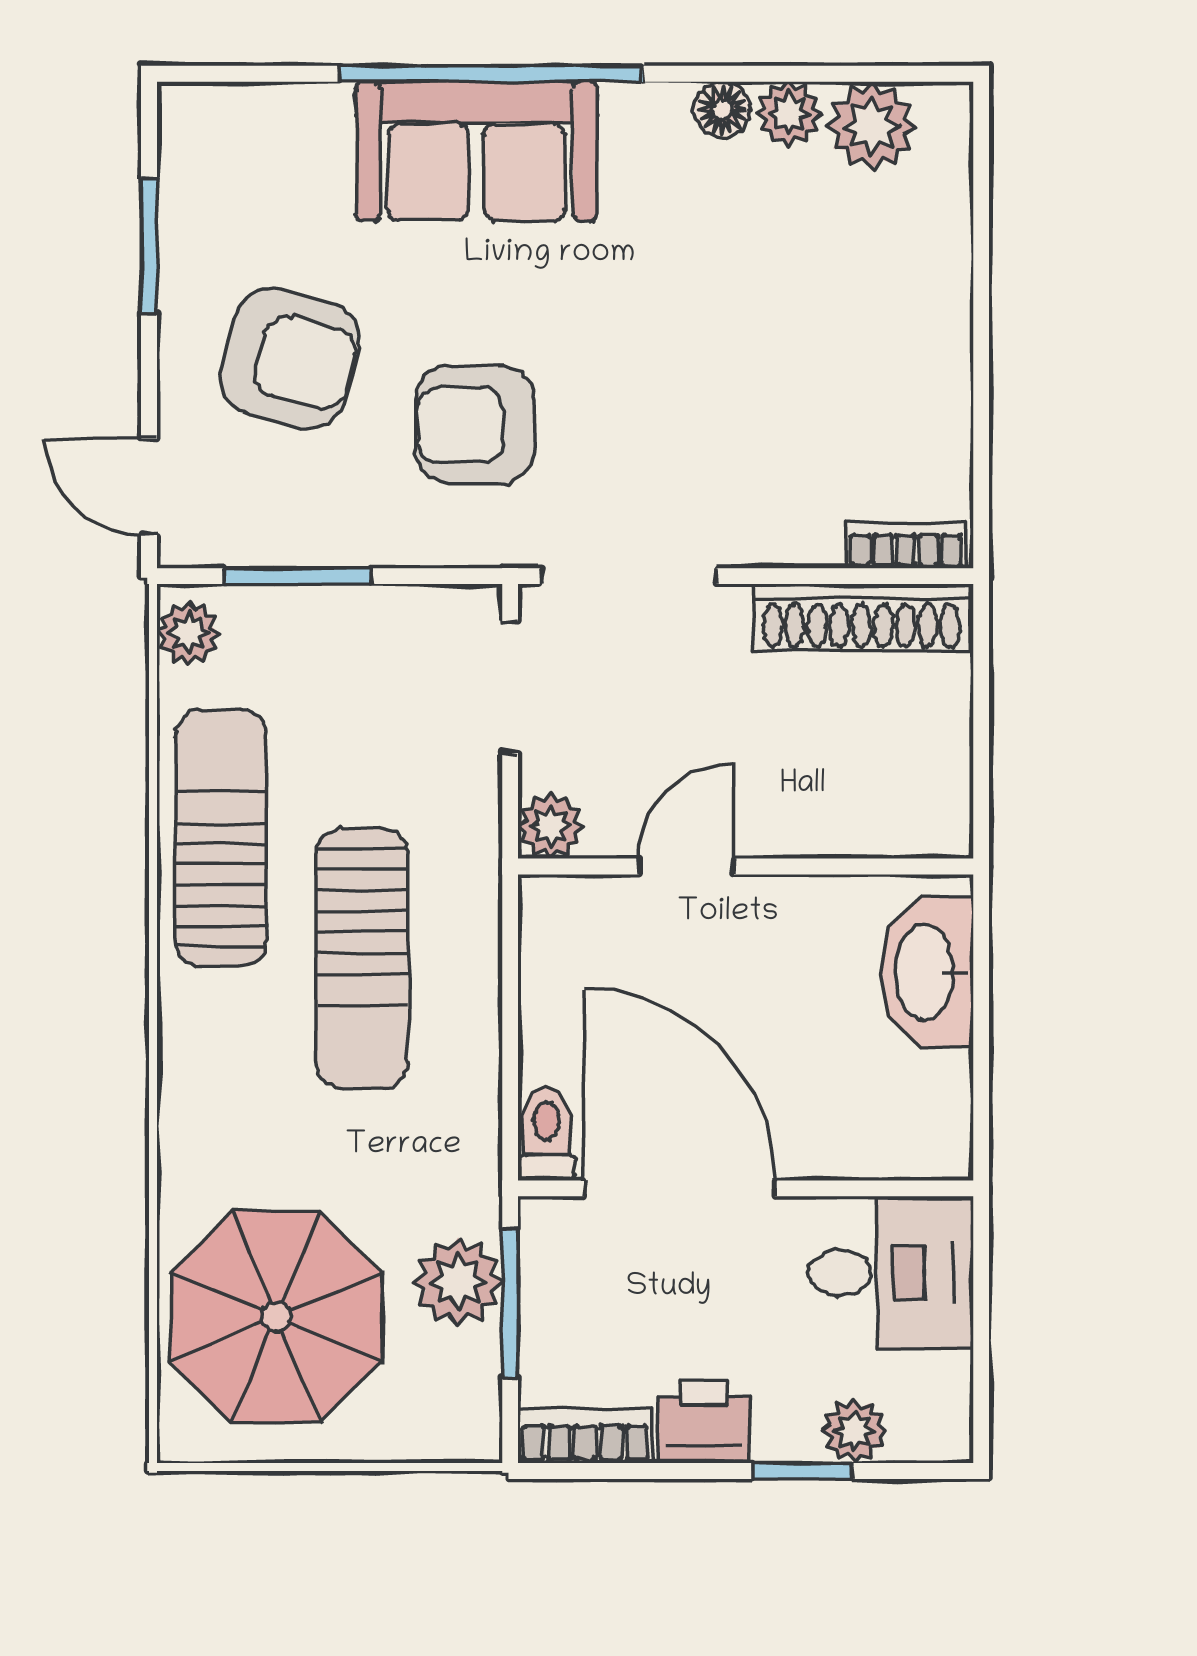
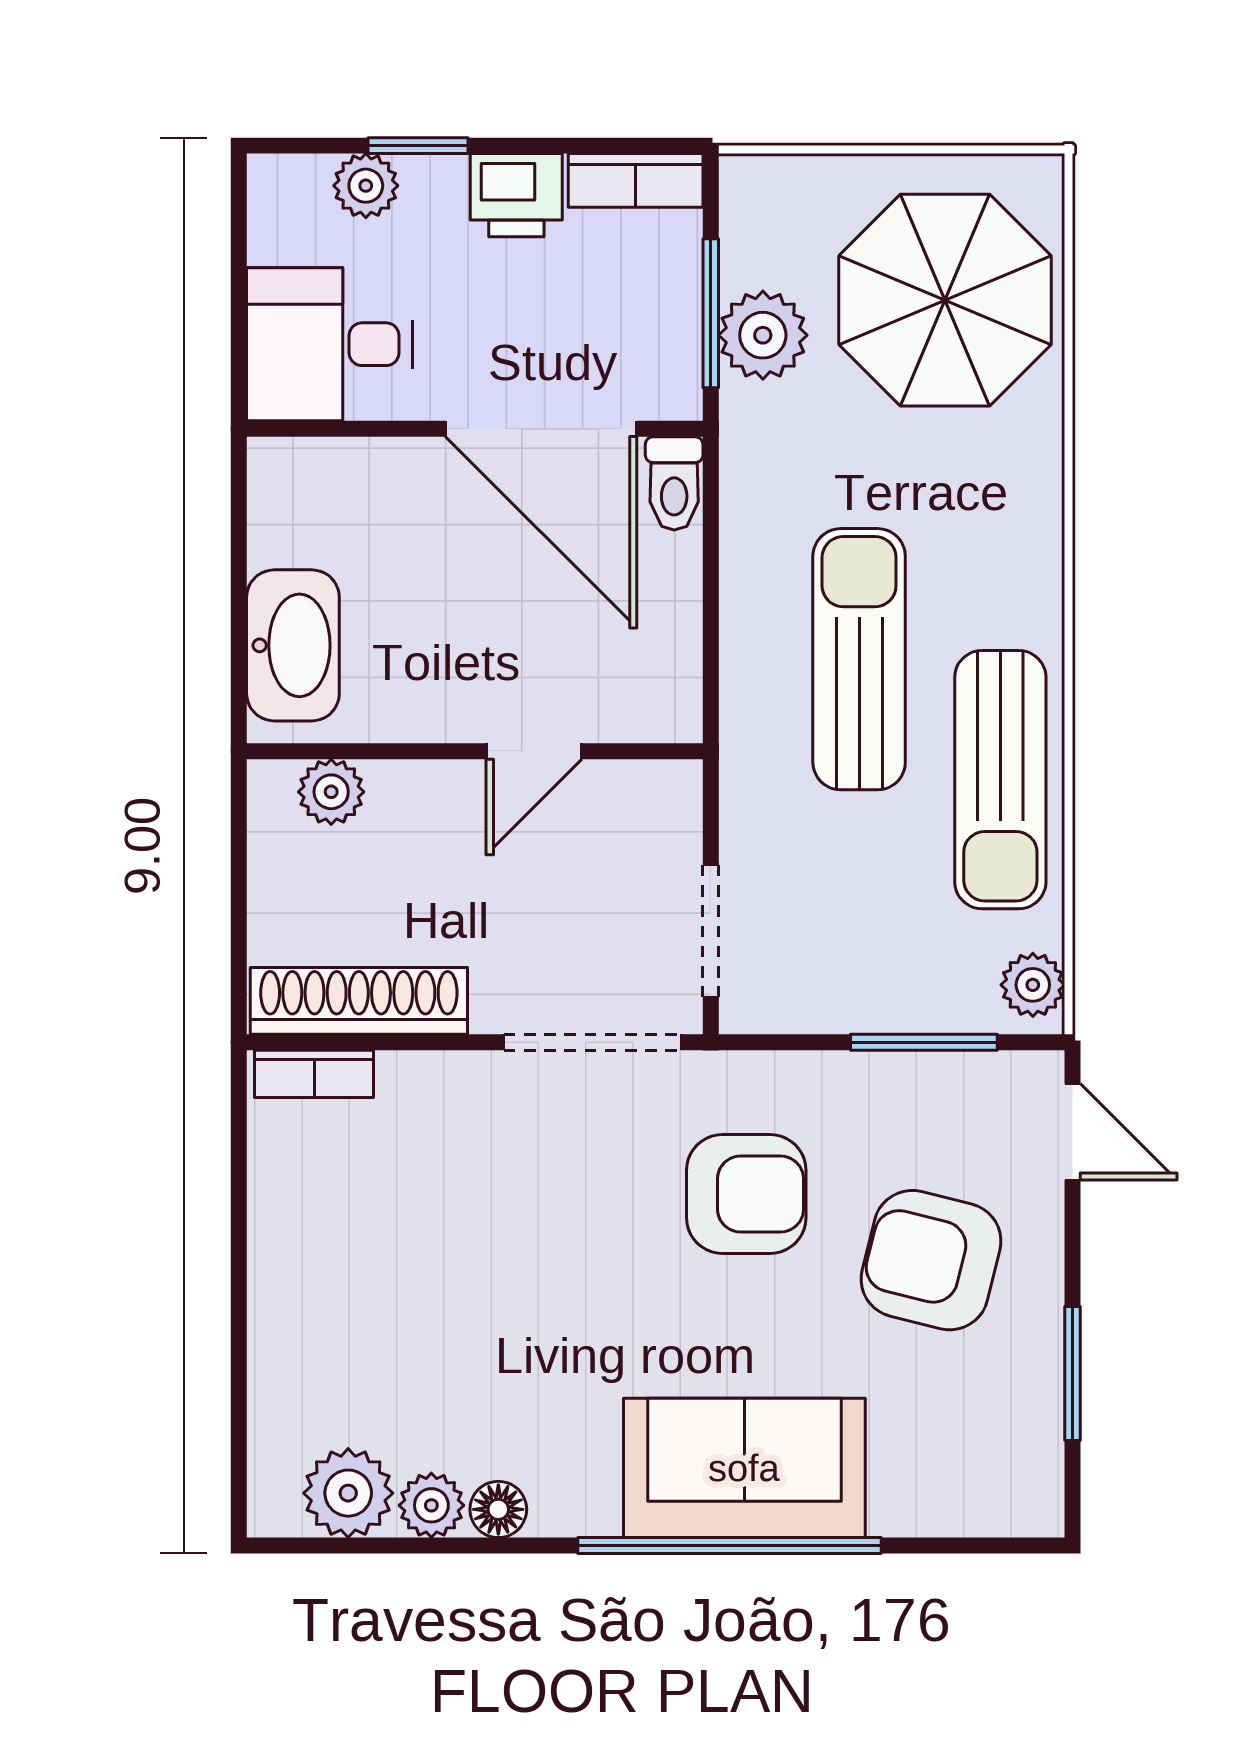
plant: (551, 826) -> (331, 792), moved

